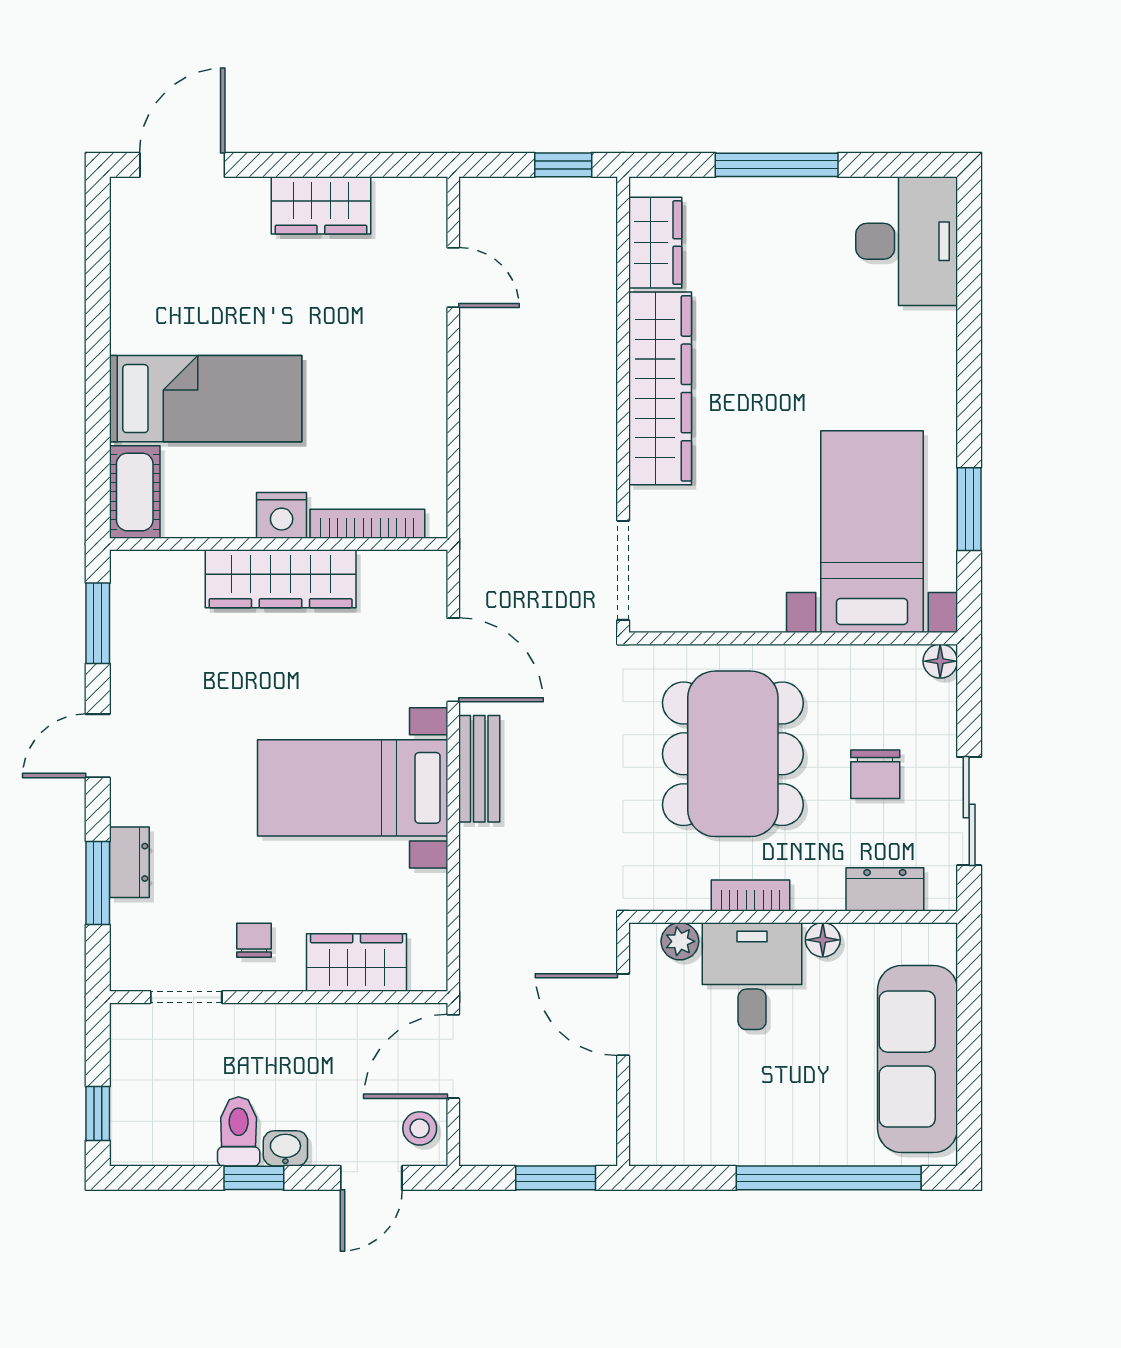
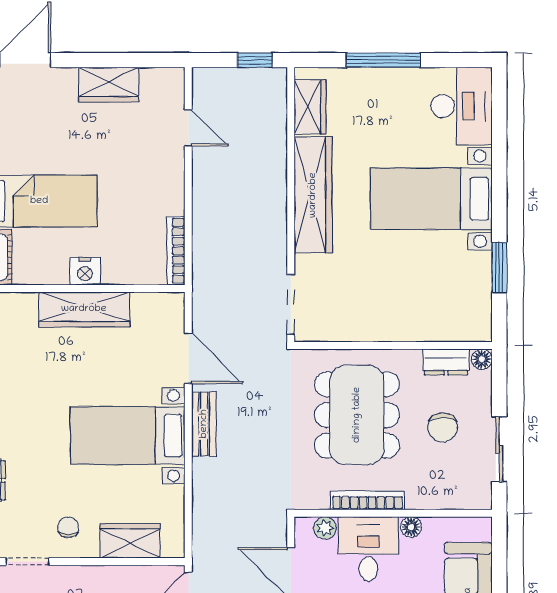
bookcase: (367, 524) -> (176, 251), moved, turned -90
bed with nightstands: (872, 532) -> (431, 199), moved, turned -90
dresser: (885, 889) -> (446, 362), moved, turned 180
bookcase: (750, 896) -> (367, 500), width x1.56

